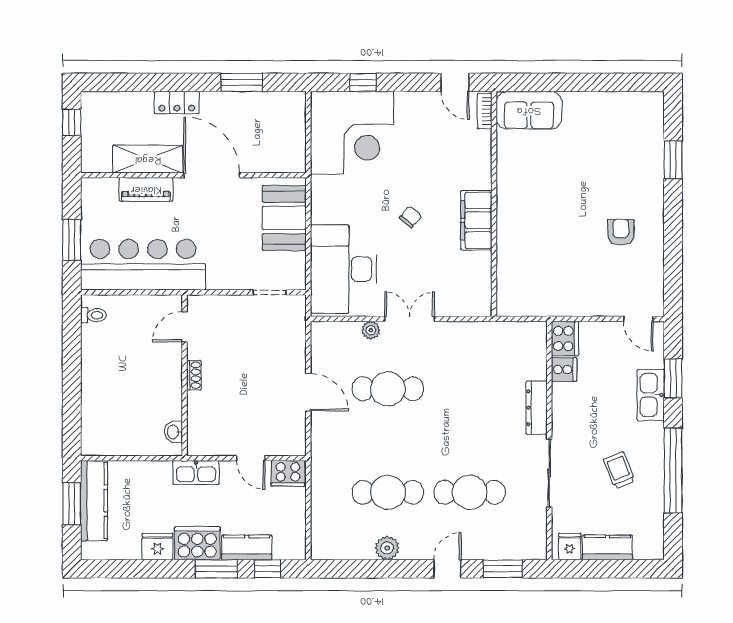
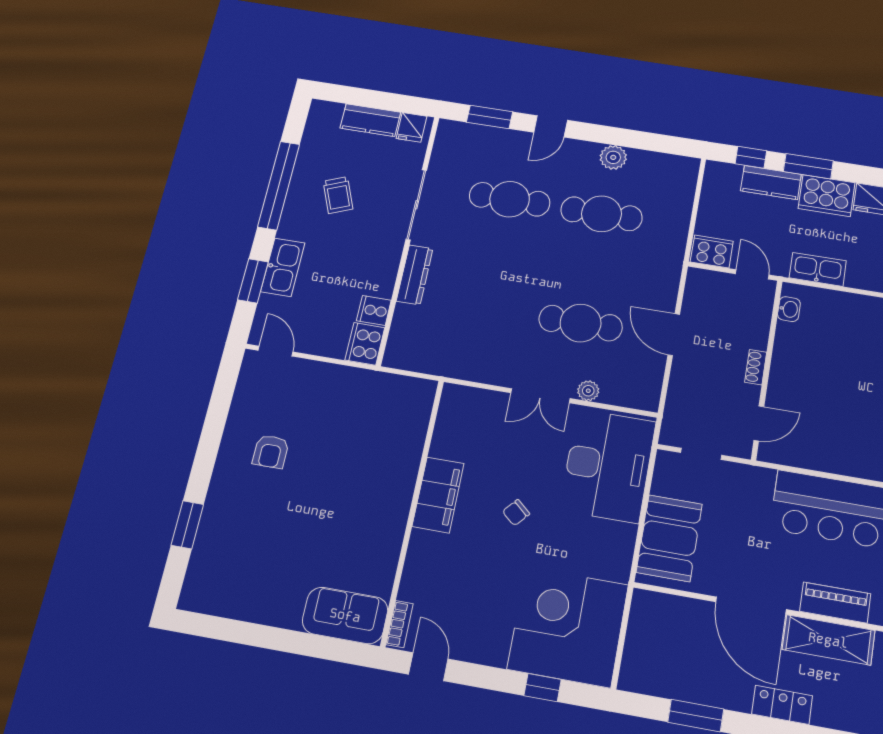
door: (184, 327) -> (759, 423), moved
wall: (184, 375) -> (767, 369), moved
shoe rack: (194, 375) -> (756, 367), moved
washbasin: (173, 432) -> (789, 309), moved

